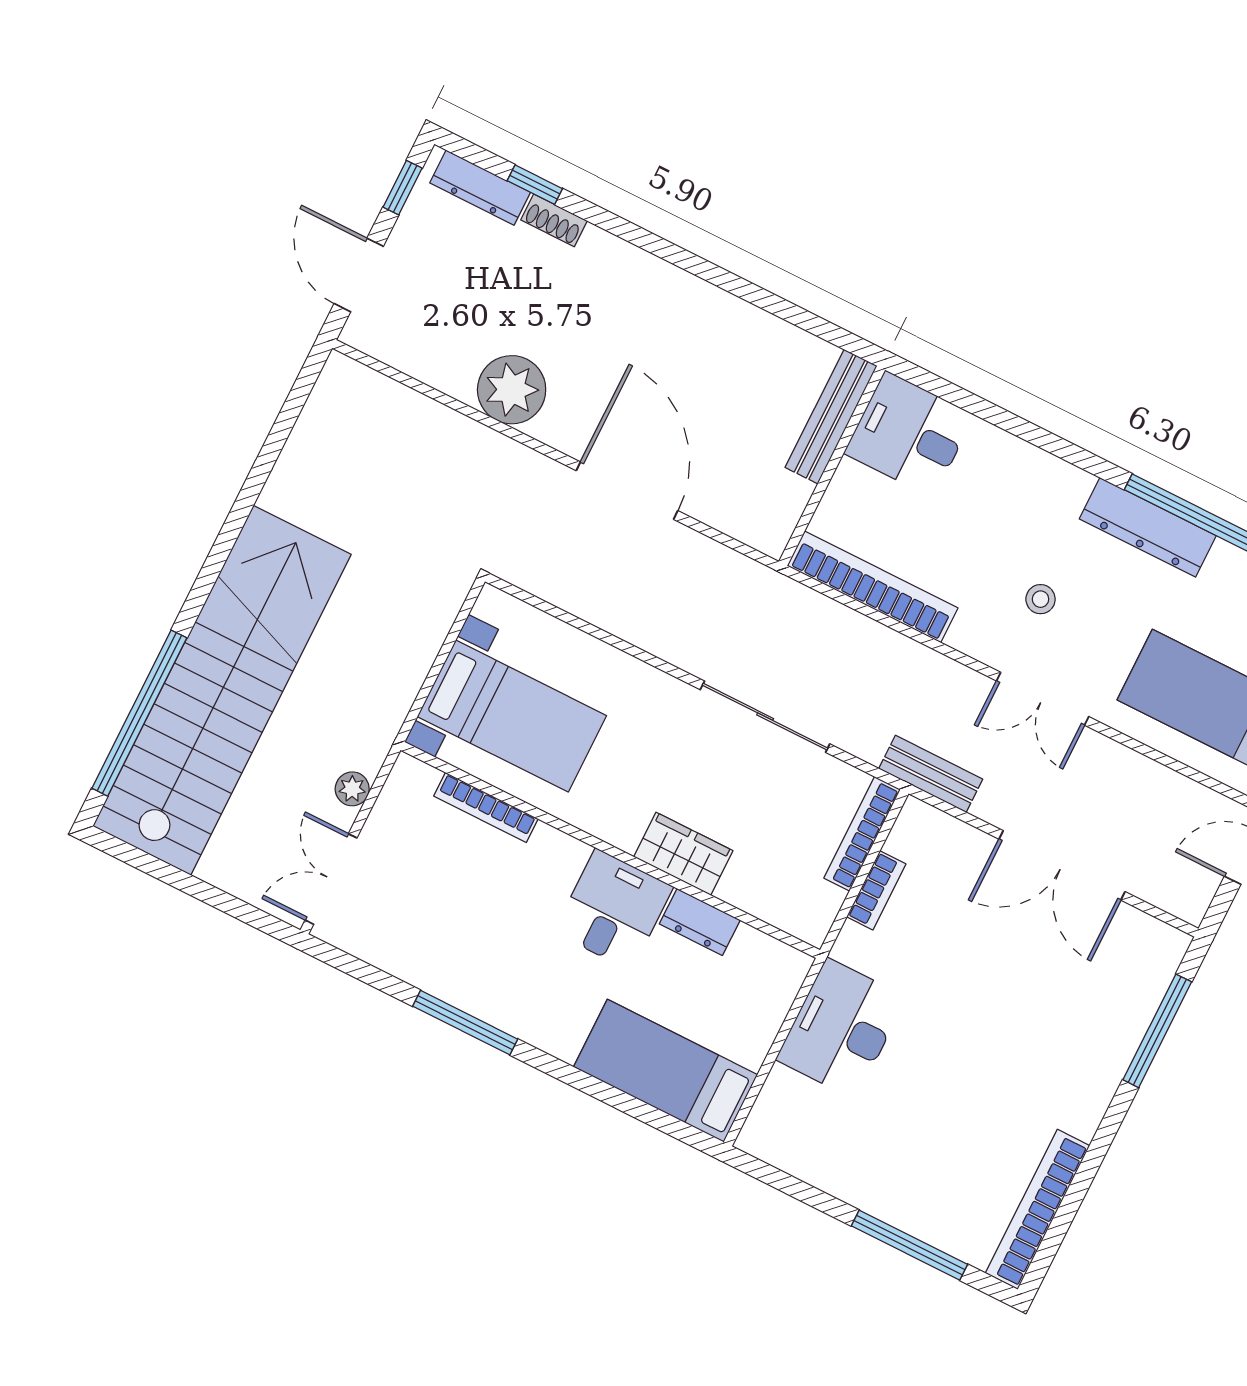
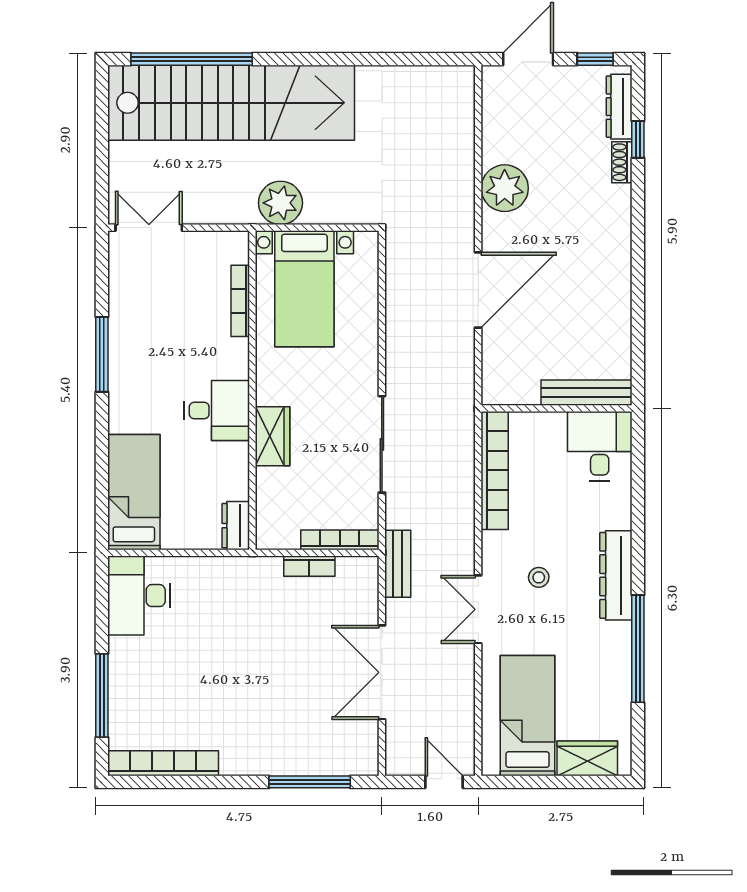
dresser: (1148, 527) -> (616, 575), moved
plant: (352, 789) -> (280, 203), moved, width x1.88, depth x1.88
dresser: (700, 922) -> (236, 526), moved
desk: (841, 1028) -> (139, 596), moved, turned -90

